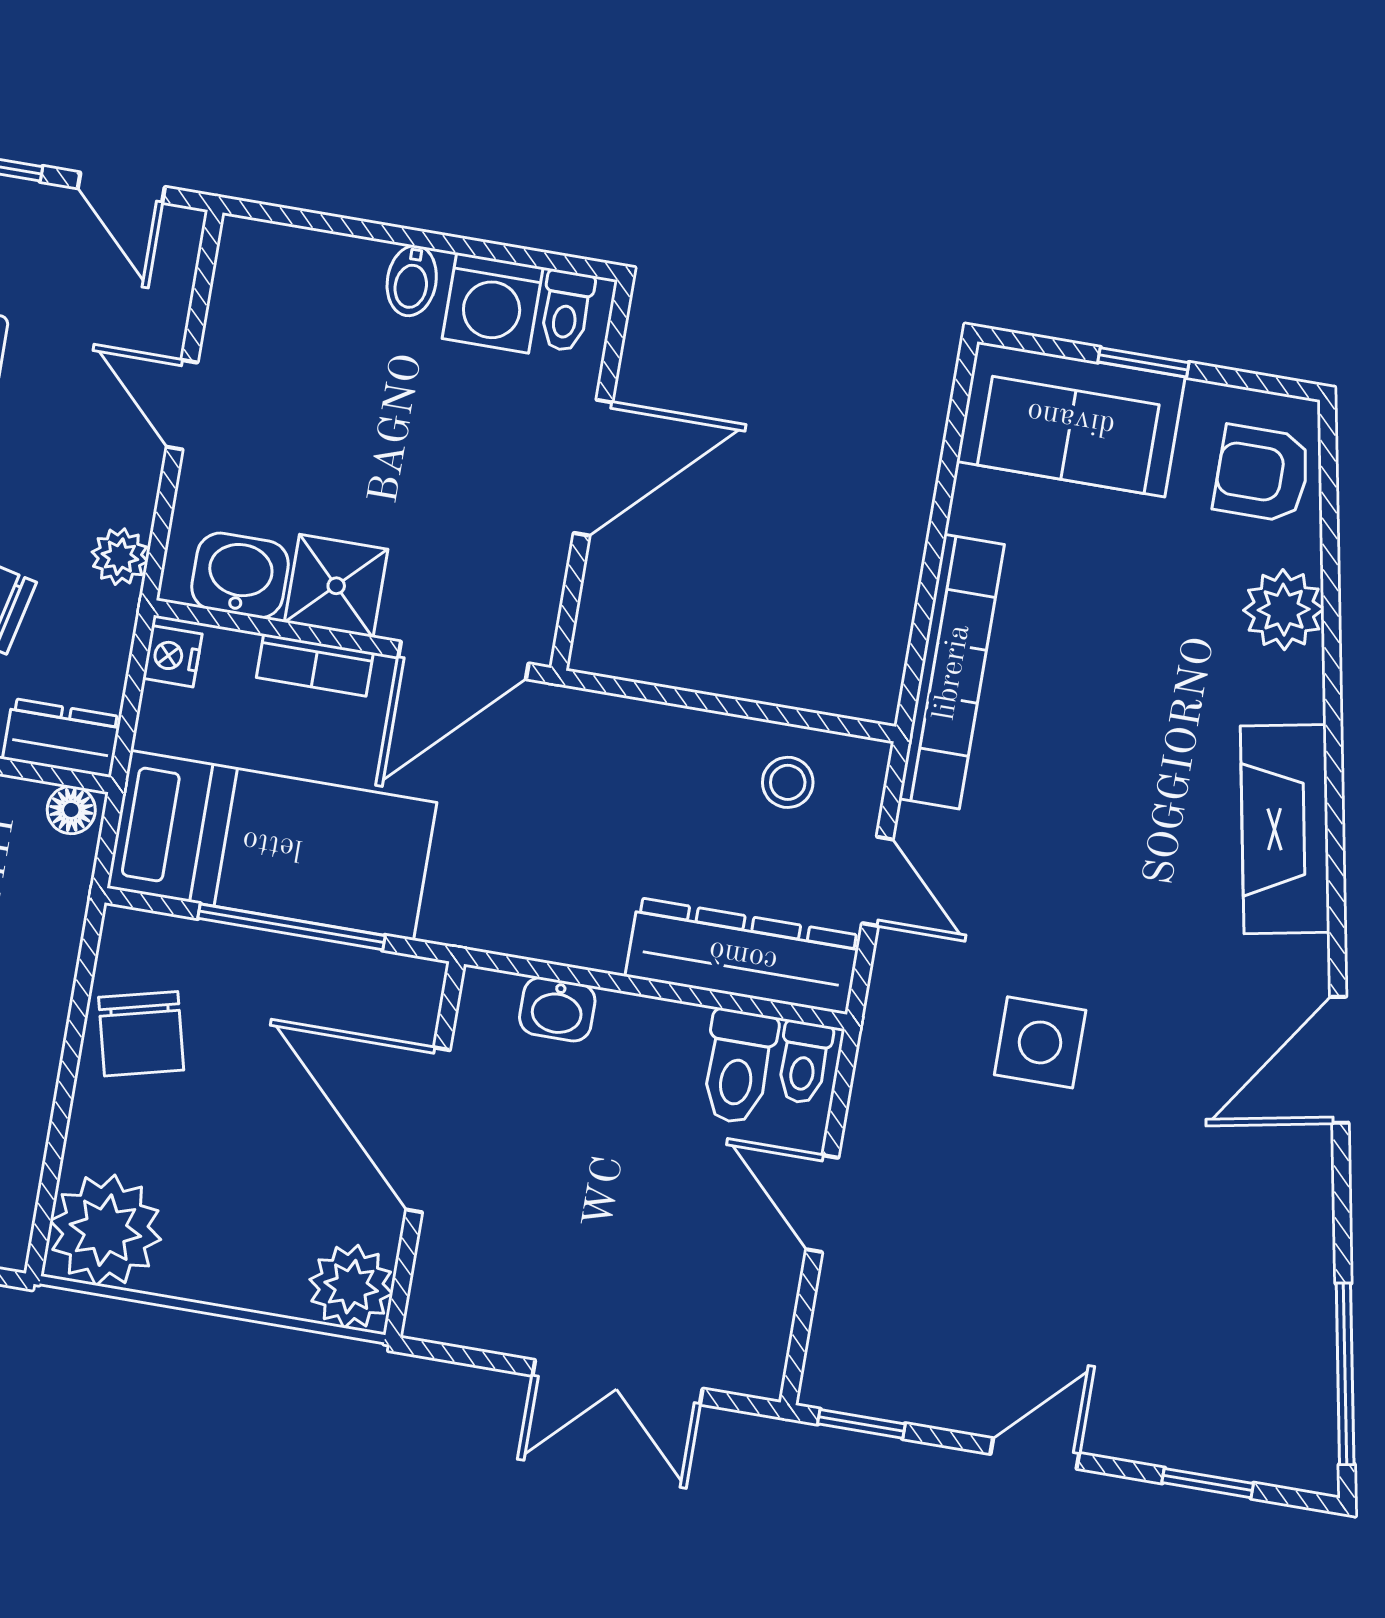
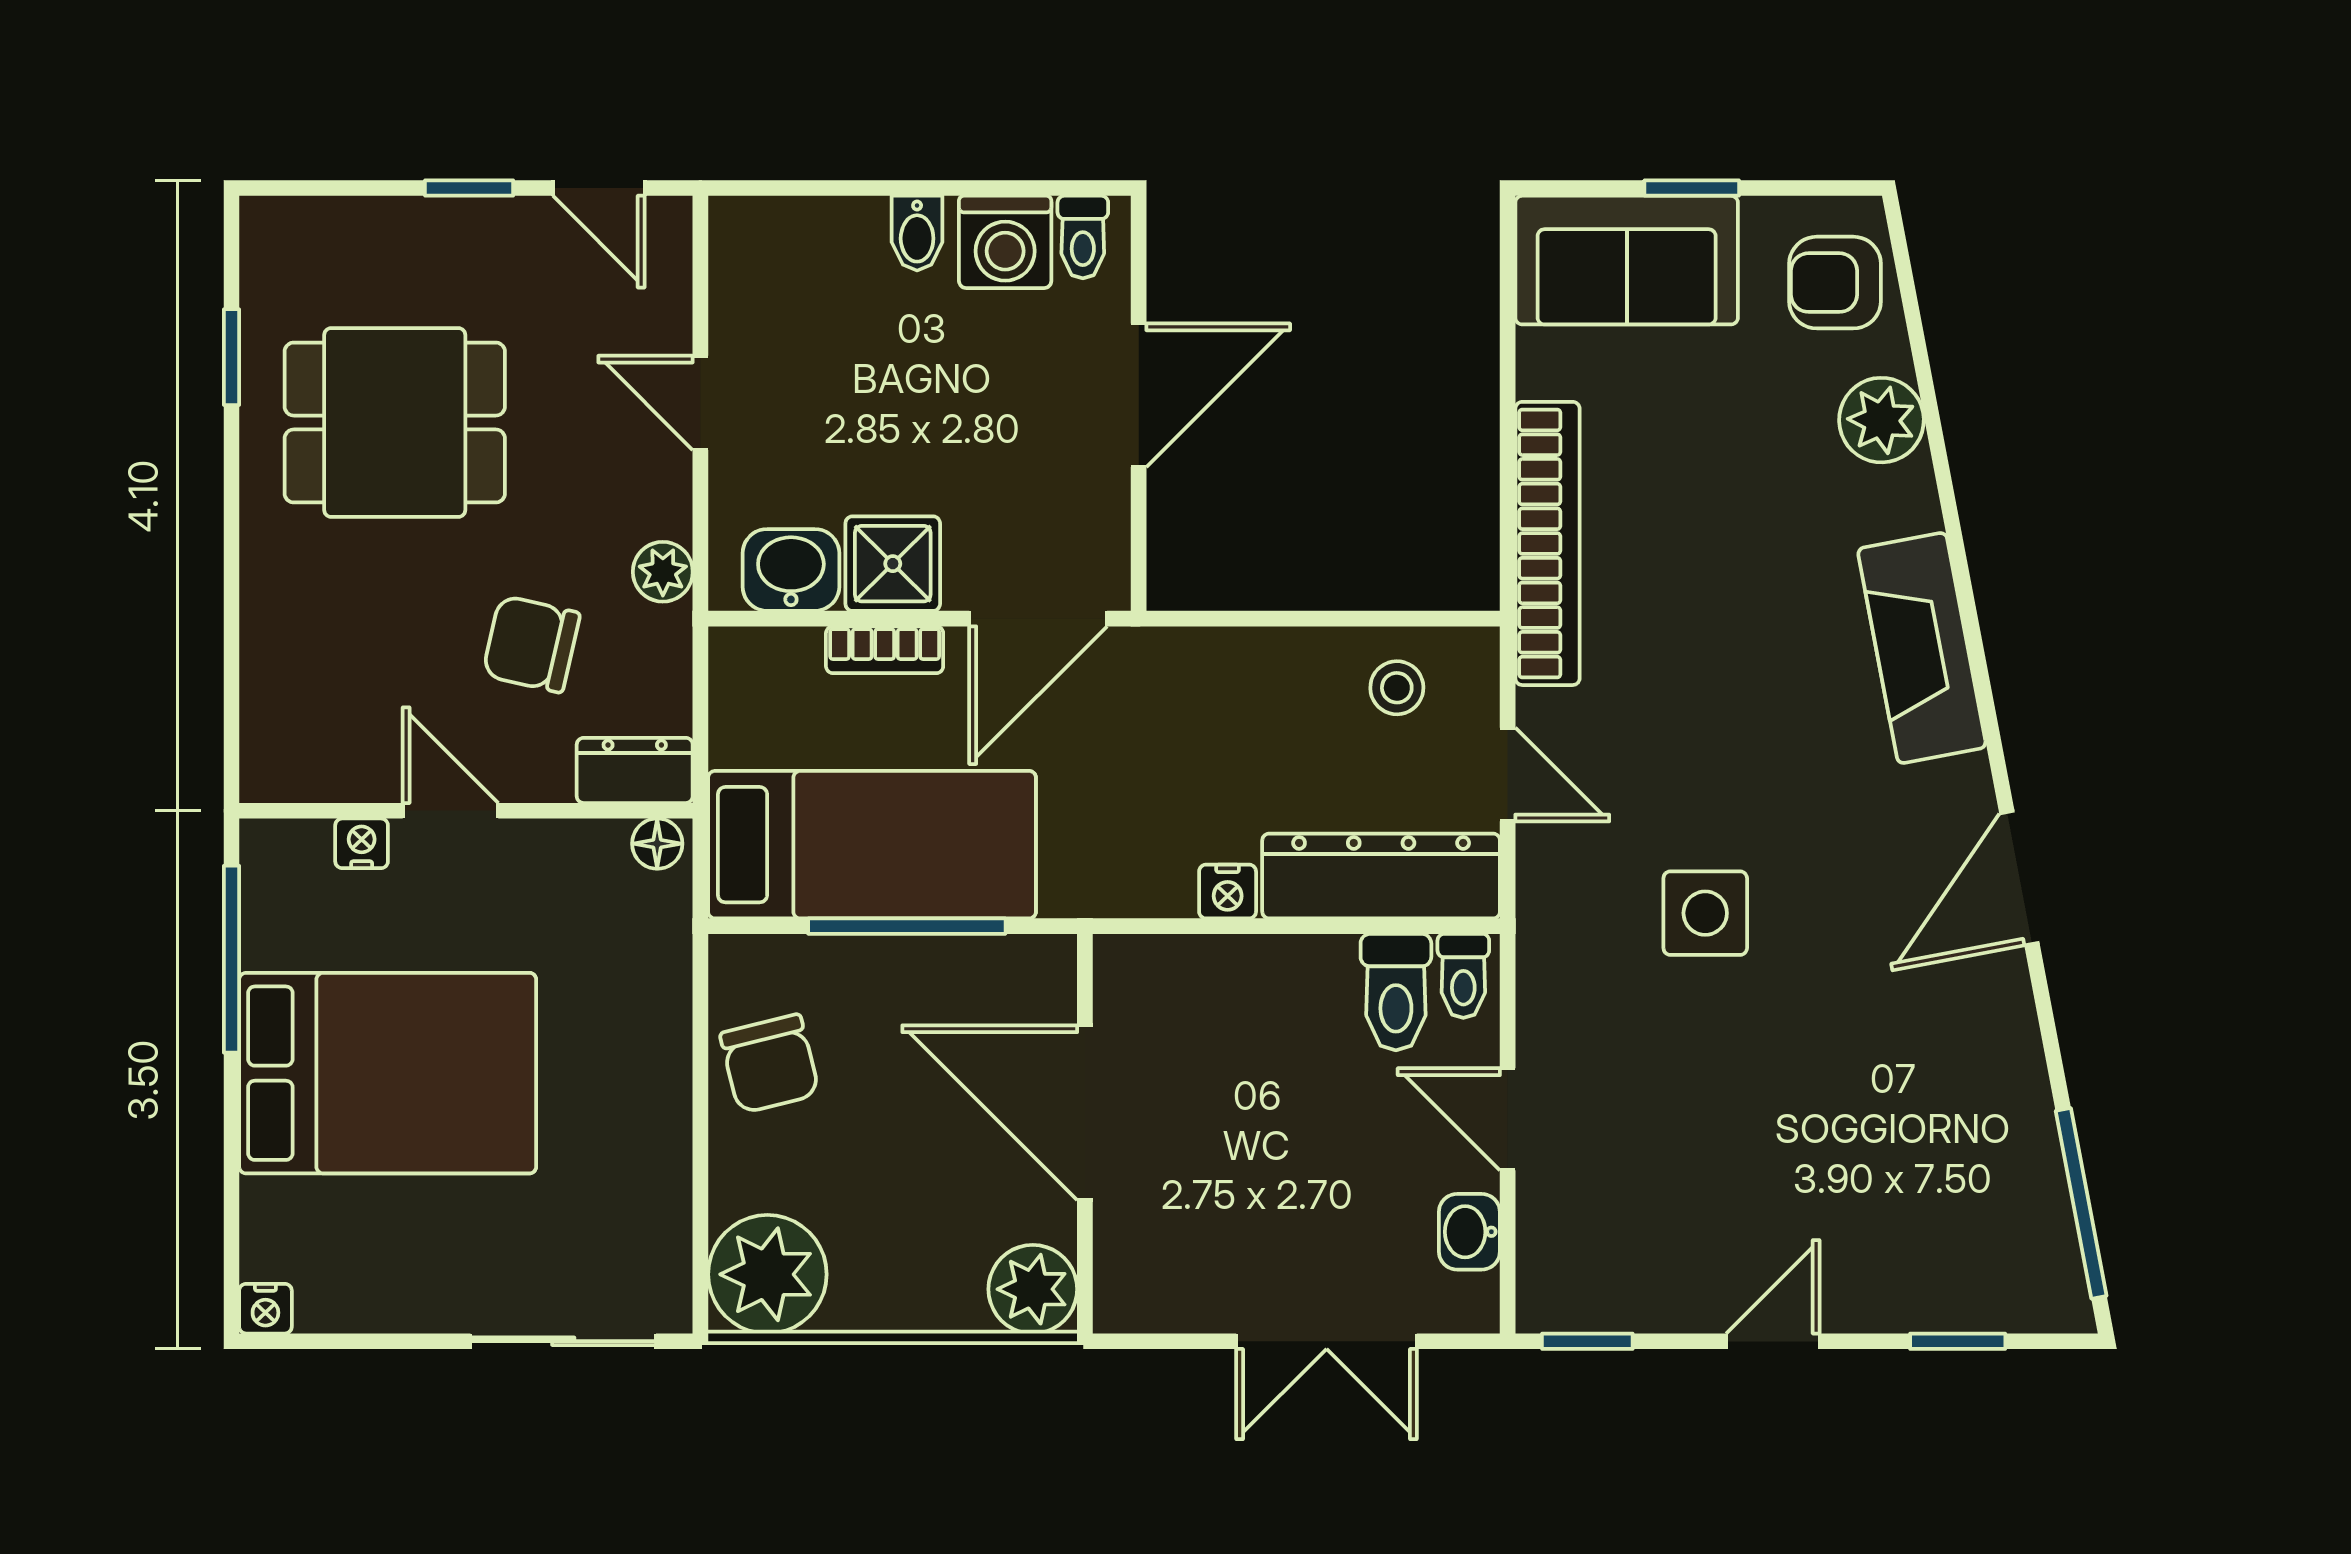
nightstand: (172, 656) -> (1228, 892), moved, turned -90
washbasin: (557, 1009) -> (1469, 1232), moved, turned 90

